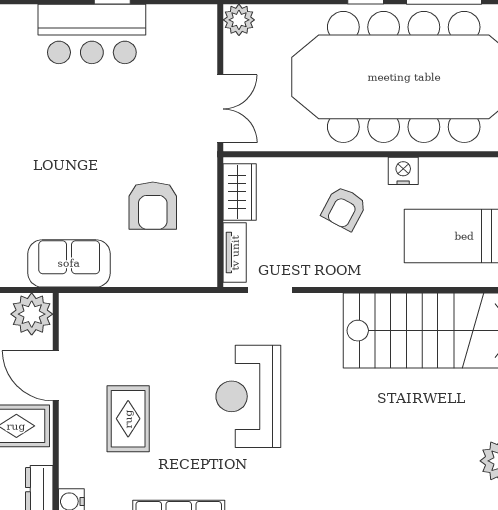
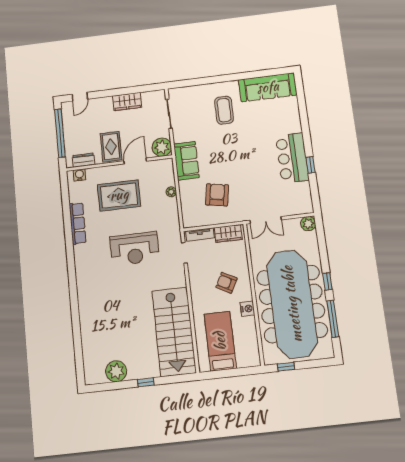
armchair: (153, 206) -> (217, 195), turned 100
plant: (134, 304) -> (171, 192), added
reception desk: (248, 396) -> (135, 249), turned 180
rug: (128, 419) -> (119, 195), width x1.36, depth x1.43

